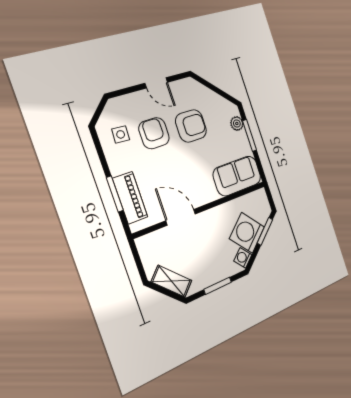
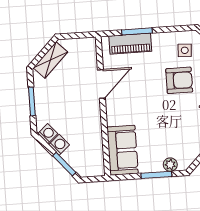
armchair: (191, 126) -> (178, 117), removed
washing machine: (247, 233) -> (59, 145), width x0.53, depth x0.53

